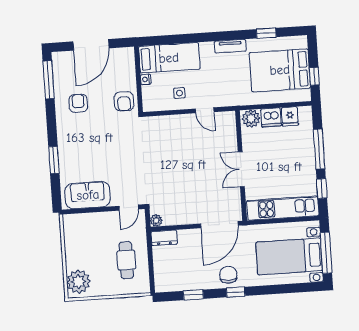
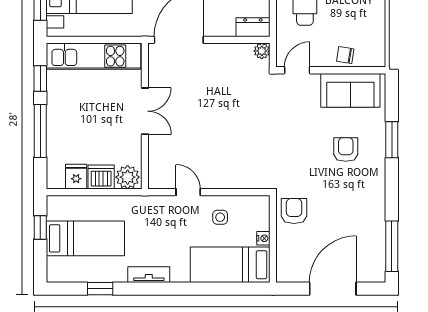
bed: (280, 70) -> (85, 238), width x0.67
armchair: (78, 103) -> (346, 150), moved, turned 180
chair: (93, 221) -> (345, 55), added

